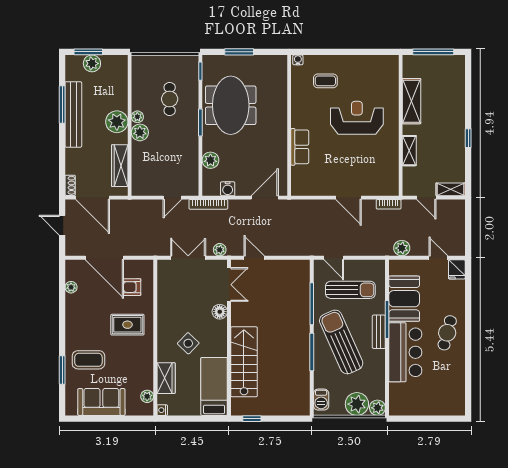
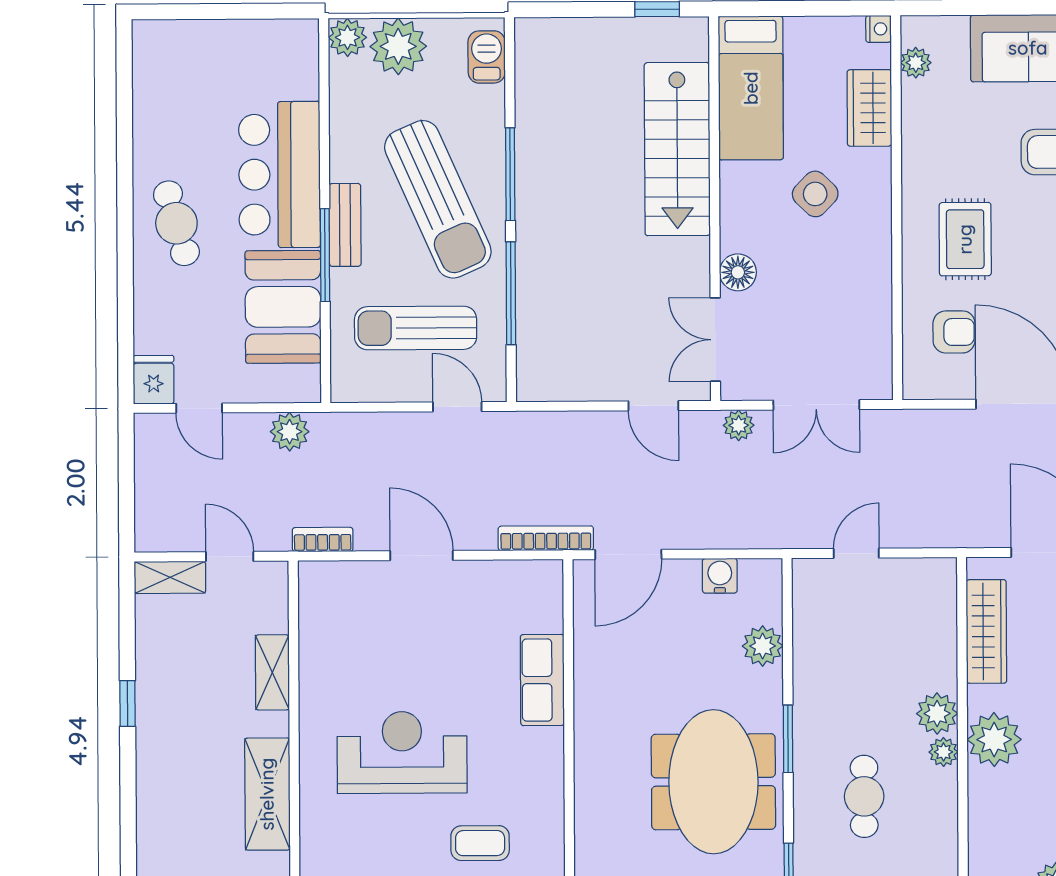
reception desk: (357, 118) -> (402, 752), turned 180
bookcase: (208, 204) -> (546, 538), moved
rug: (127, 325) -> (965, 239), turned 90
cafe table: (447, 333) -> (176, 223), turned -31

